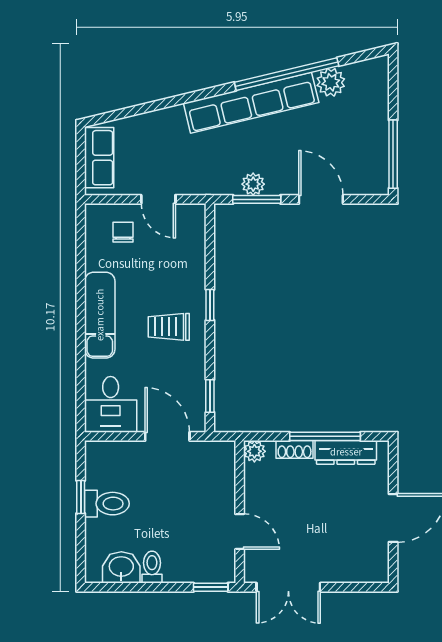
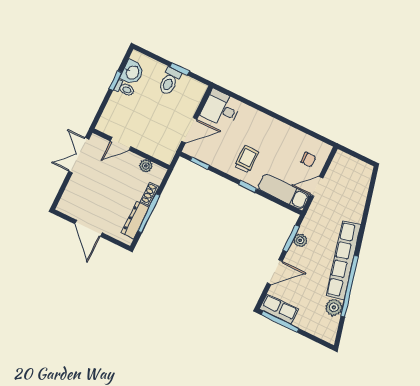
row of seats: (99, 158) -> (279, 309), moved, turned 180
exam couch: (100, 315) -> (283, 191), moved, turned 180
plant: (254, 451) -> (146, 166), moved
window: (211, 587) -> (115, 80), moved

